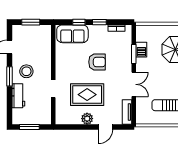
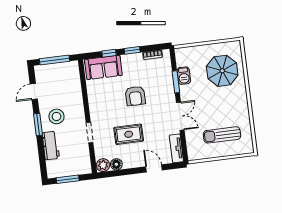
window: (31, 22) -> (54, 60), width x1.44
armchair: (97, 62) -> (135, 96), turned 90
rug: (87, 95) -> (129, 134), width x0.73, depth x0.70
floor lamp: (73, 119) -> (116, 164), added
plant: (87, 119) -> (103, 165), moved
door: (105, 127) -> (154, 168), swing flipped

